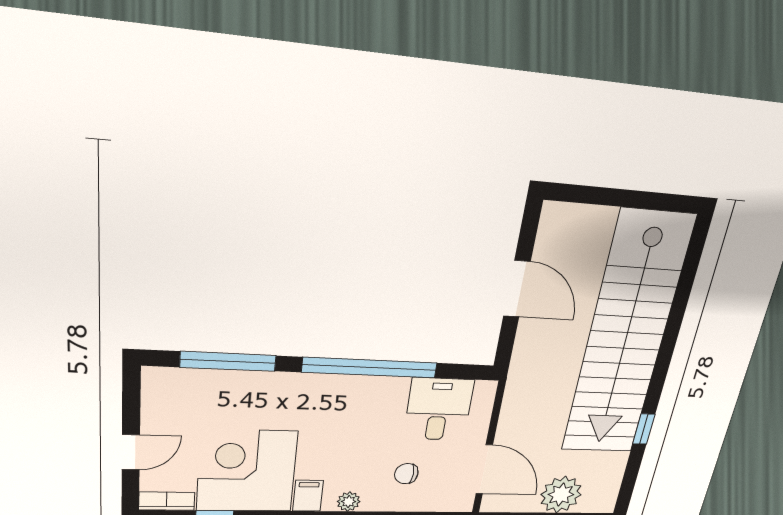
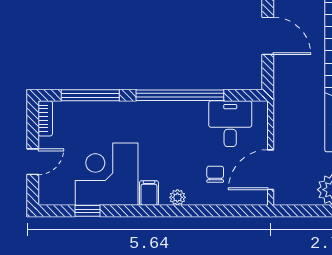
door: (484, 469) -> (271, 170), swing flipped
chair: (406, 474) -> (215, 174), turned 88
bookcase: (167, 501) -> (45, 118), moved, turned 90

